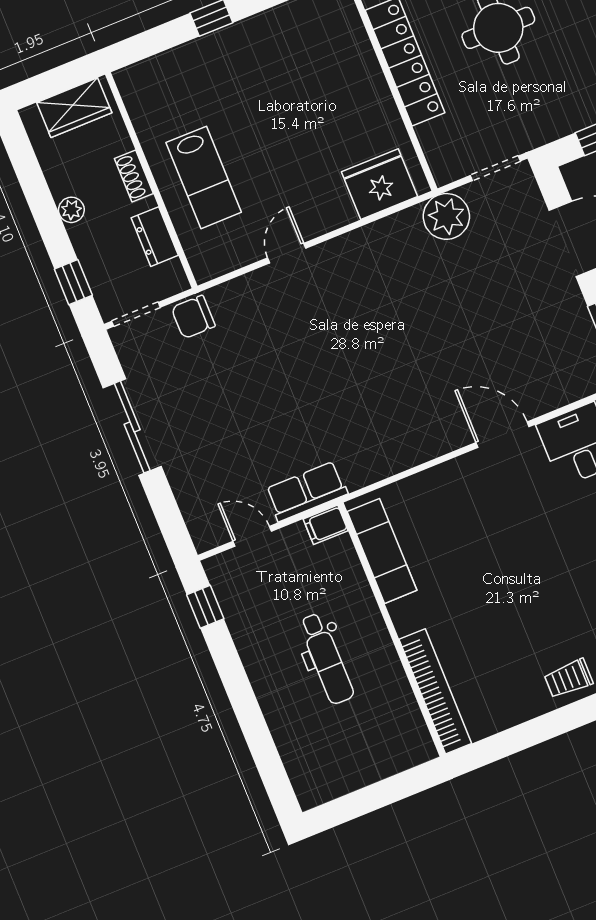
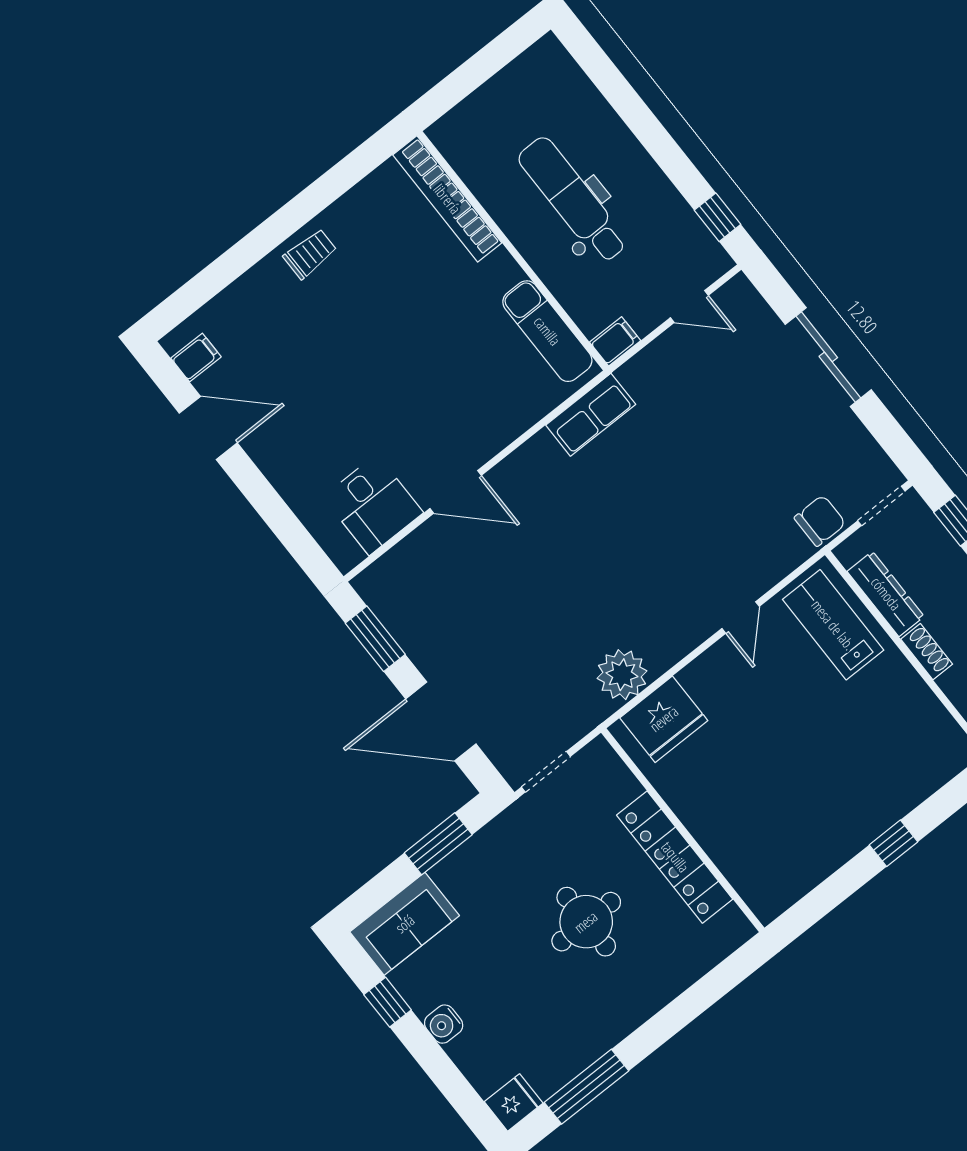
lab bench: (204, 177) -> (833, 625), moved
plant: (446, 216) -> (622, 675), moved
dresser: (155, 237) -> (886, 594), width x1.44
sliding door: (132, 427) -> (828, 357), moved
row of seats: (306, 491) -> (591, 415), moved
dental chair: (326, 659) -> (573, 200), width x1.36, depth x1.38

